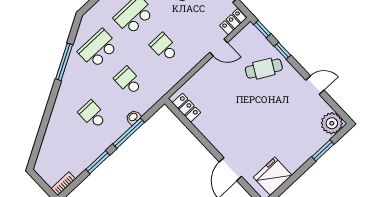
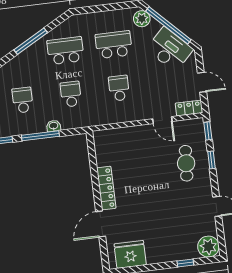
cafe table: (264, 69) -> (186, 163), turned 65
locker: (186, 108) -> (106, 188), moved, width x1.53
window: (323, 150) -> (185, 263), width x0.67

